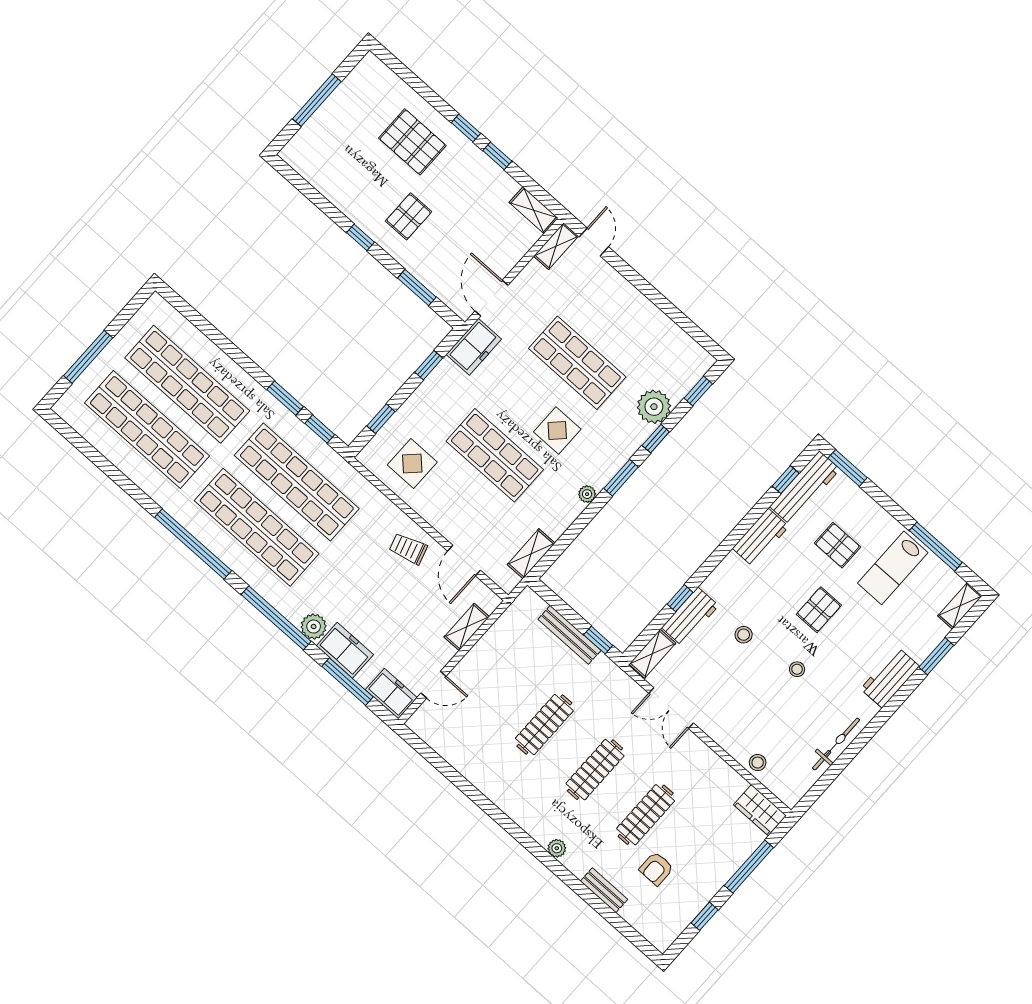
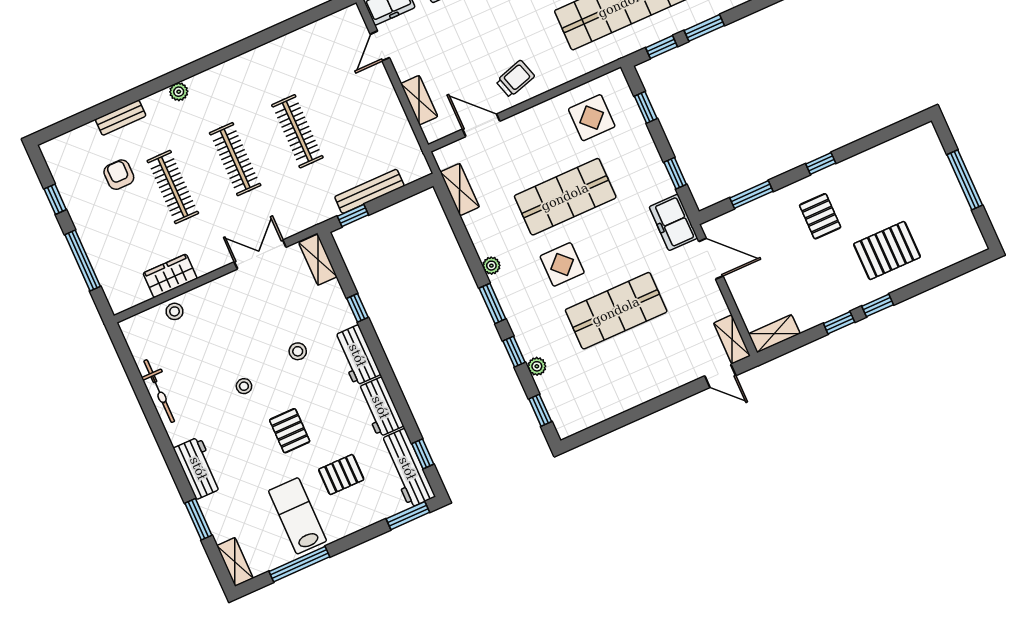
plant: (654, 407) -> (537, 366), width x0.53, depth x0.53
workbench: (690, 617) -> (357, 355), moved
wardrobe: (760, 810) -> (170, 276), moved

